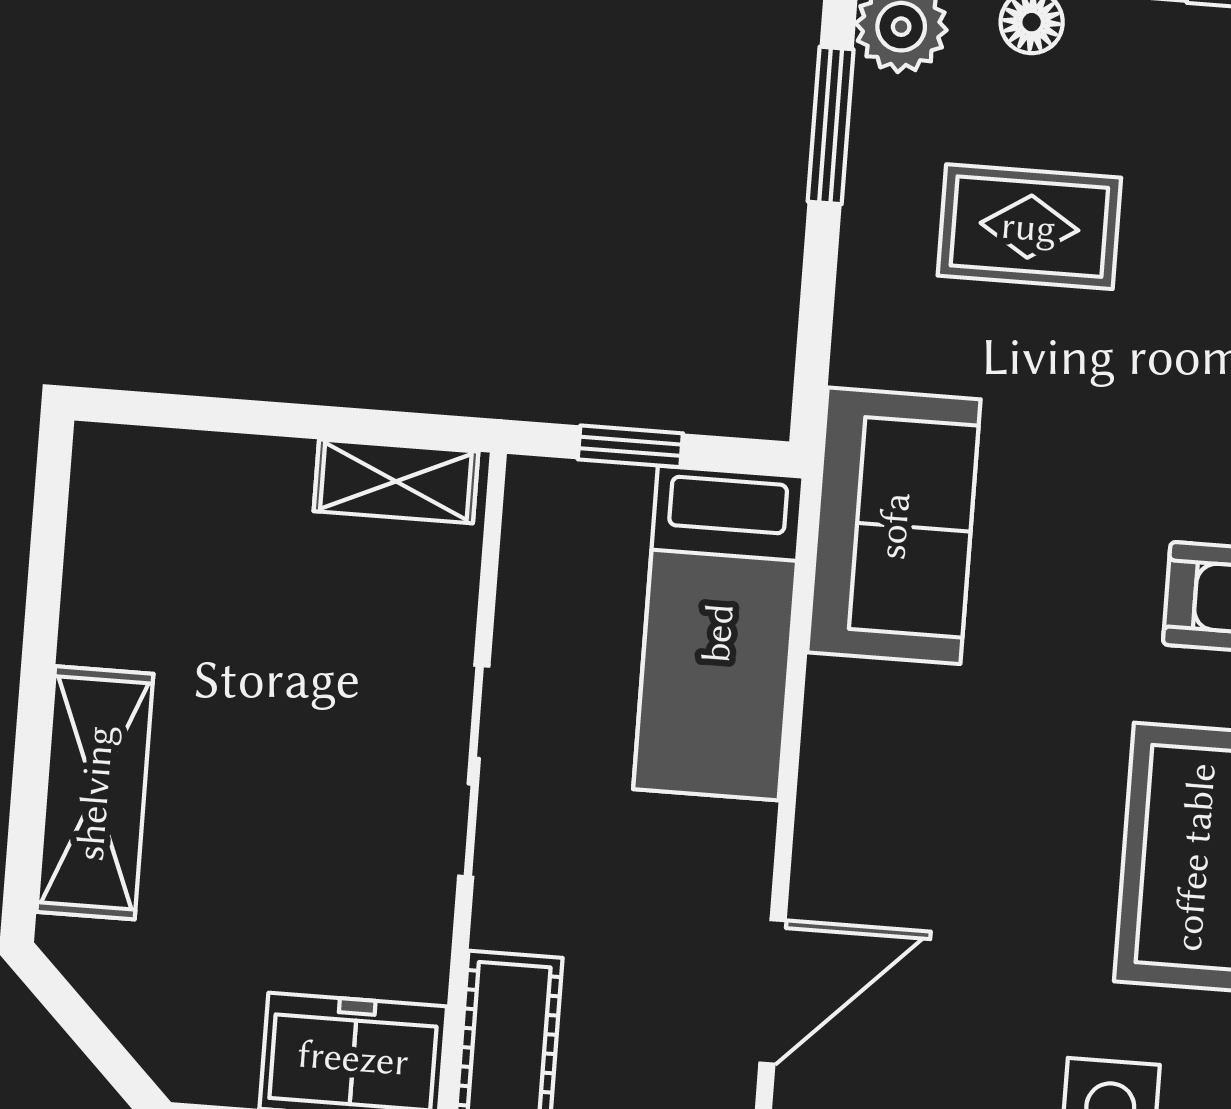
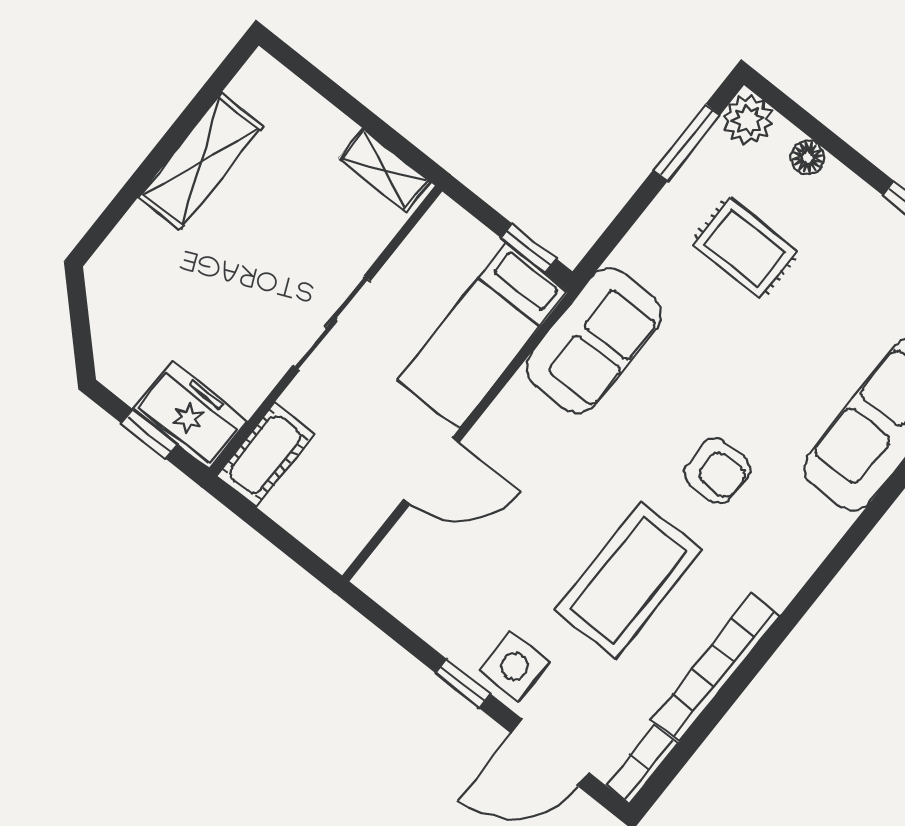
window: (630, 446) -> (529, 248), moved
shelving: (95, 793) -> (201, 161), moved
door: (772, 992) -> (431, 471), moved

